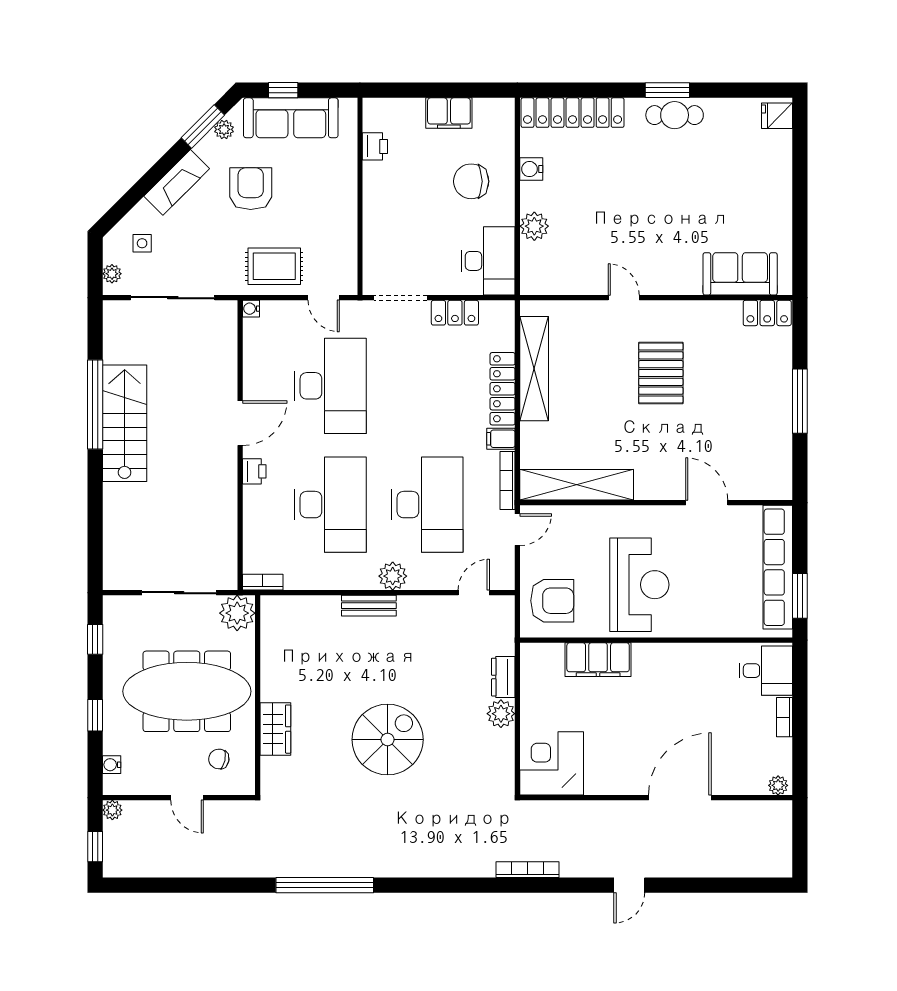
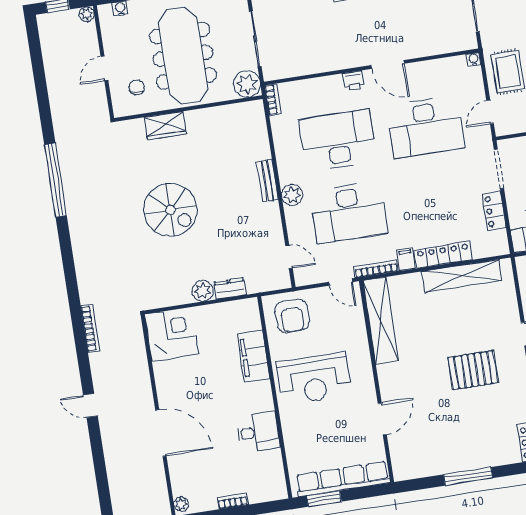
desk: (330, 505) -> (338, 141), turned 180
desk: (766, 671) -> (258, 432), moved, turned -90

